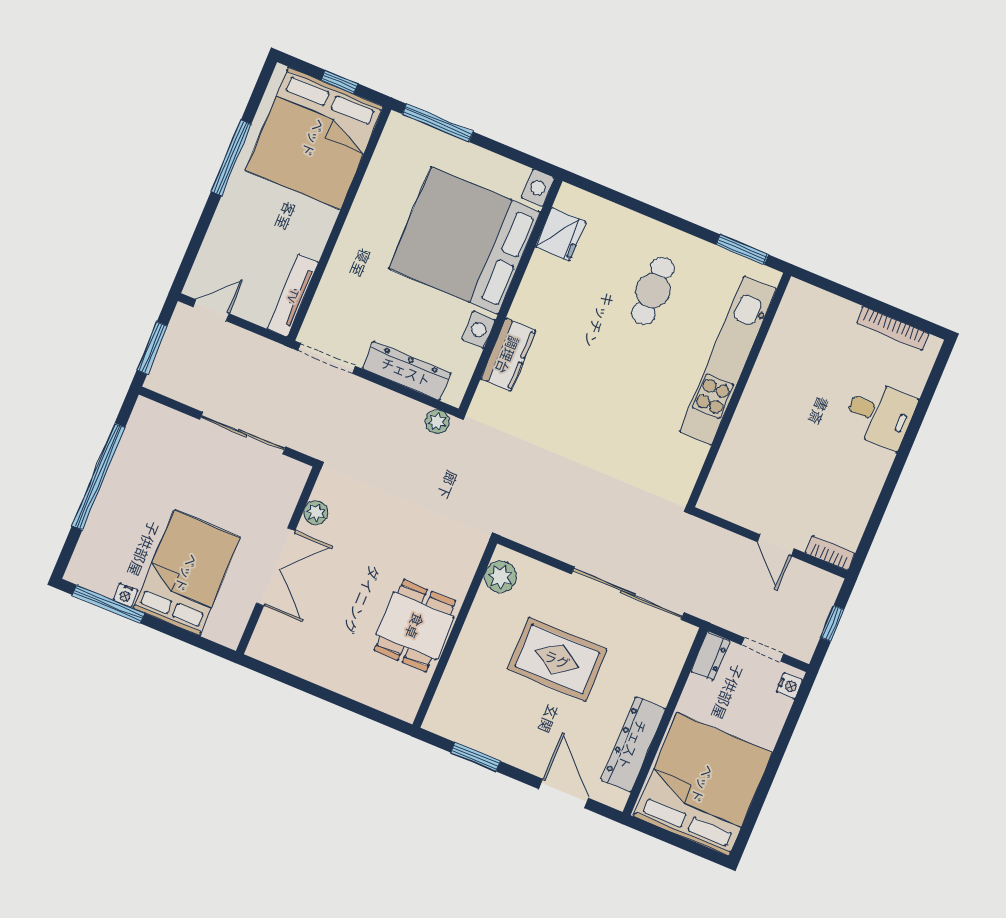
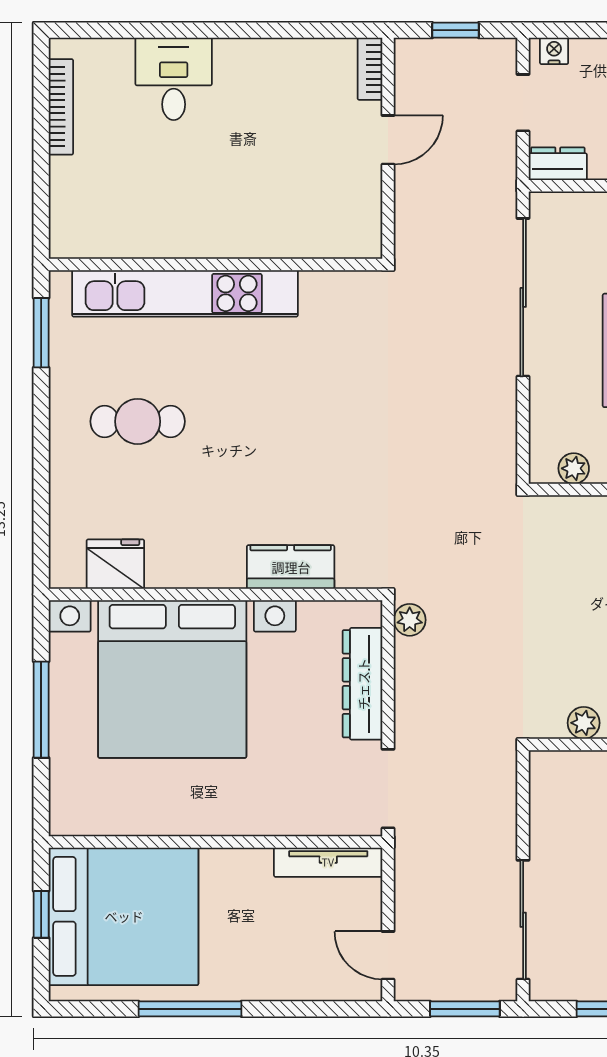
window: (438, 123) -> (41, 710), moved
sliding door: (243, 433) -> (523, 920), moved
plant: (500, 577) -> (574, 468), width x0.73, depth x0.73

